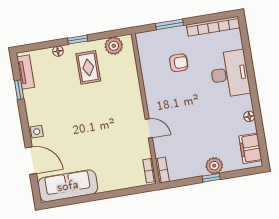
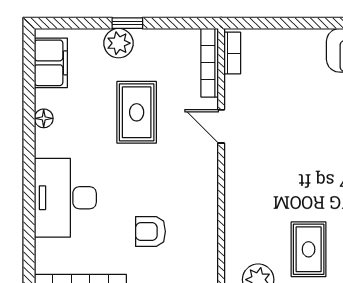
rug: (198, 128) -> (137, 112), added
bookcase: (162, 170) -> (210, 63), width x1.56

